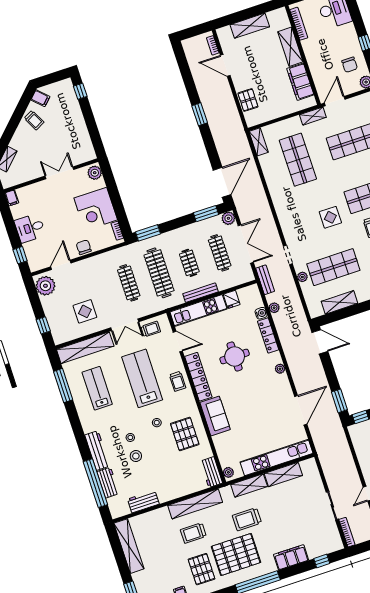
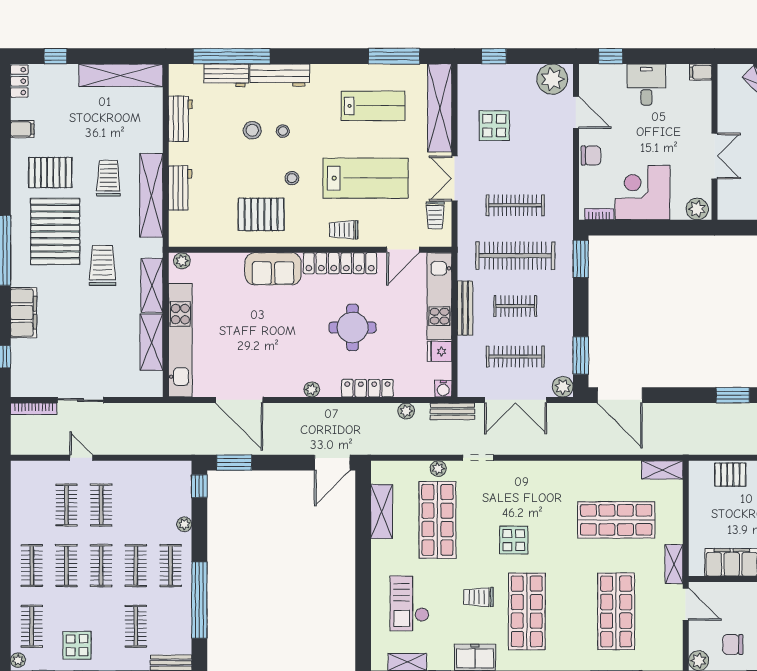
water cooler: (261, 313) -> (443, 389), moved
workbench: (211, 472) -> (180, 188), moved, turned 90

